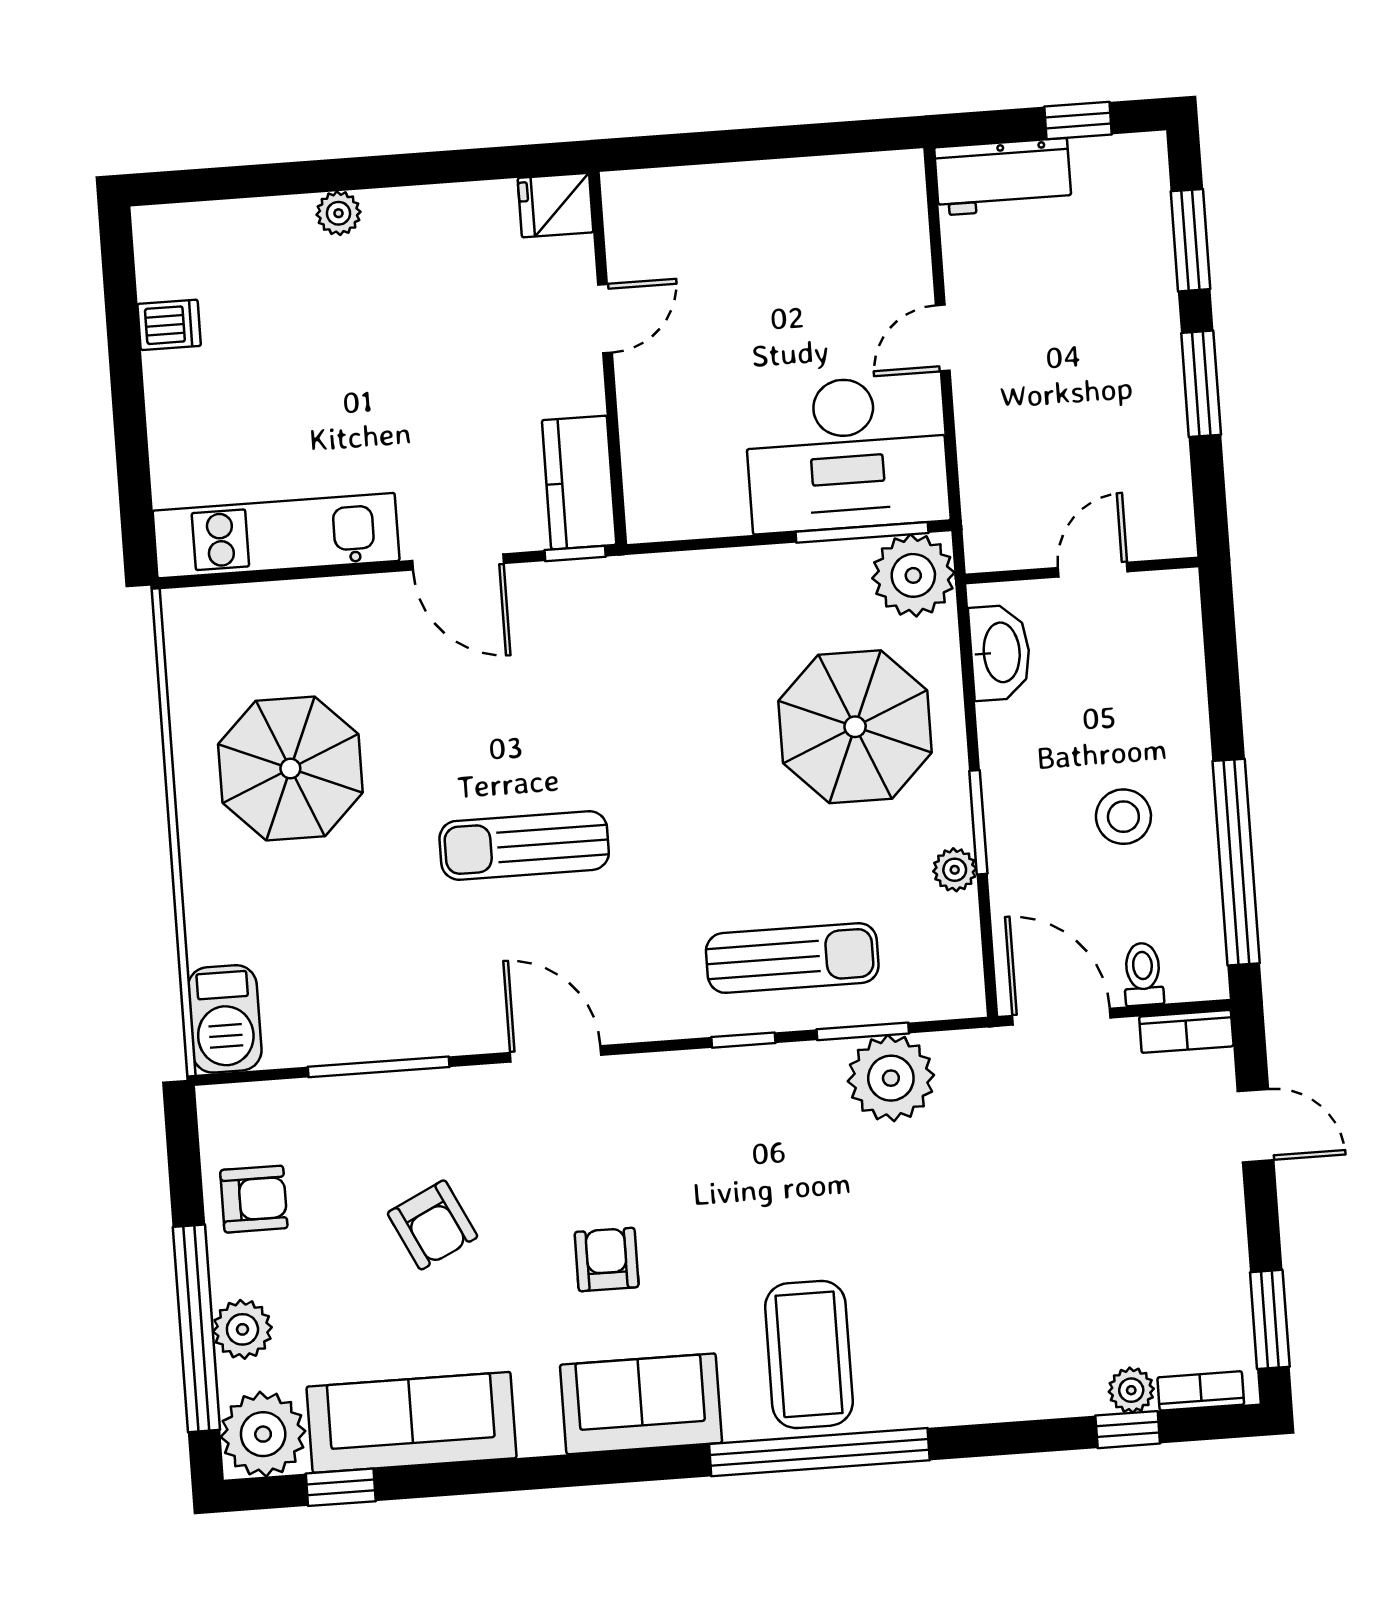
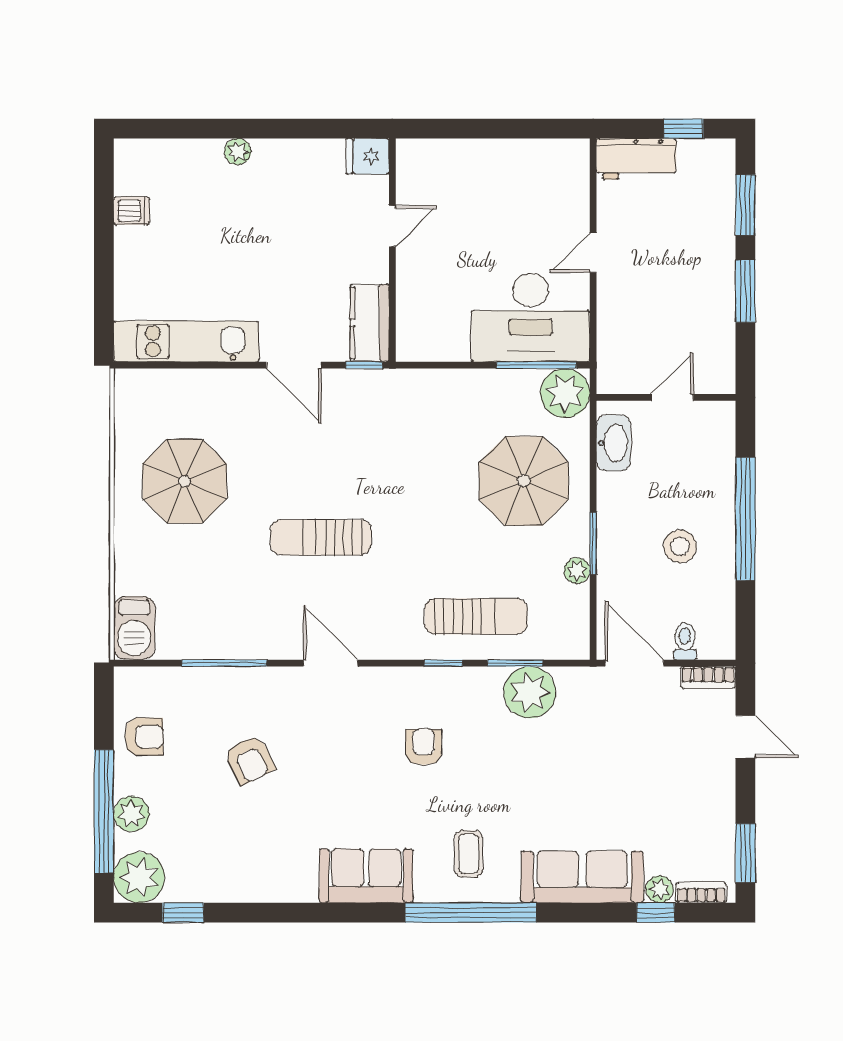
window: (1236, 862) -> (745, 519), moved
armchair: (607, 1259) -> (424, 747), moved
coffee table: (809, 1354) -> (469, 854), width x0.54, depth x0.58
sofa: (412, 1422) -> (582, 877), moved

